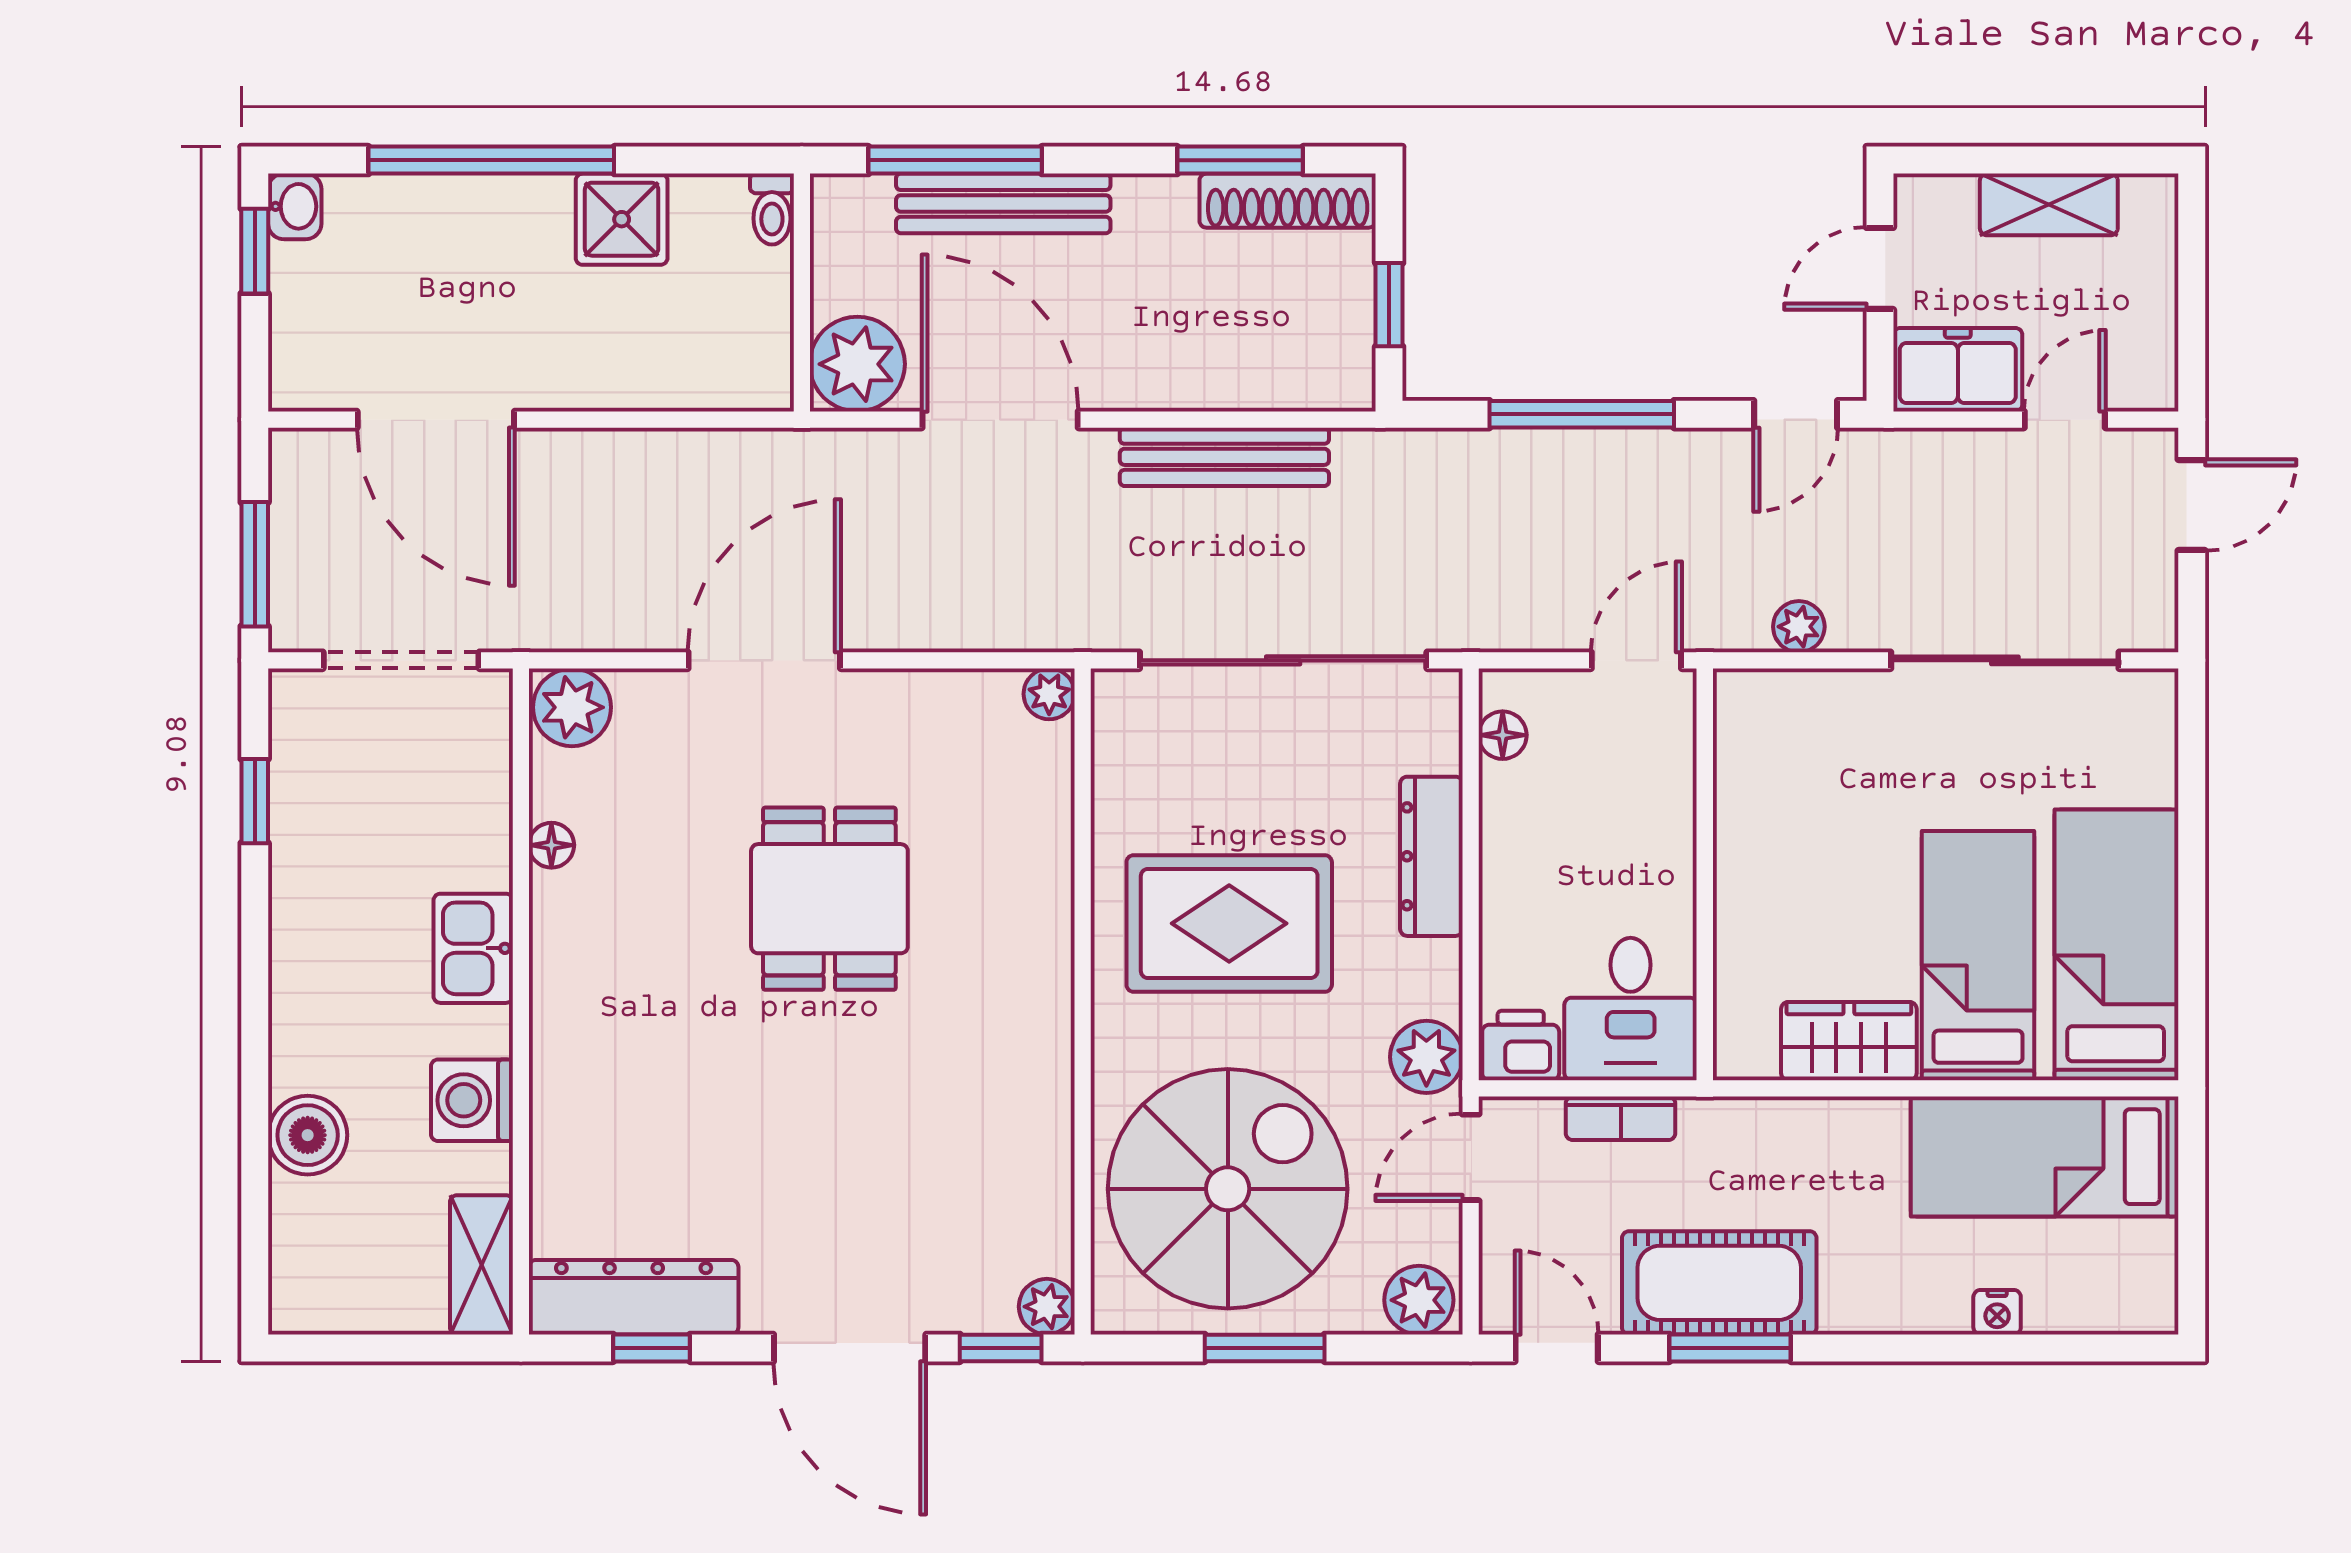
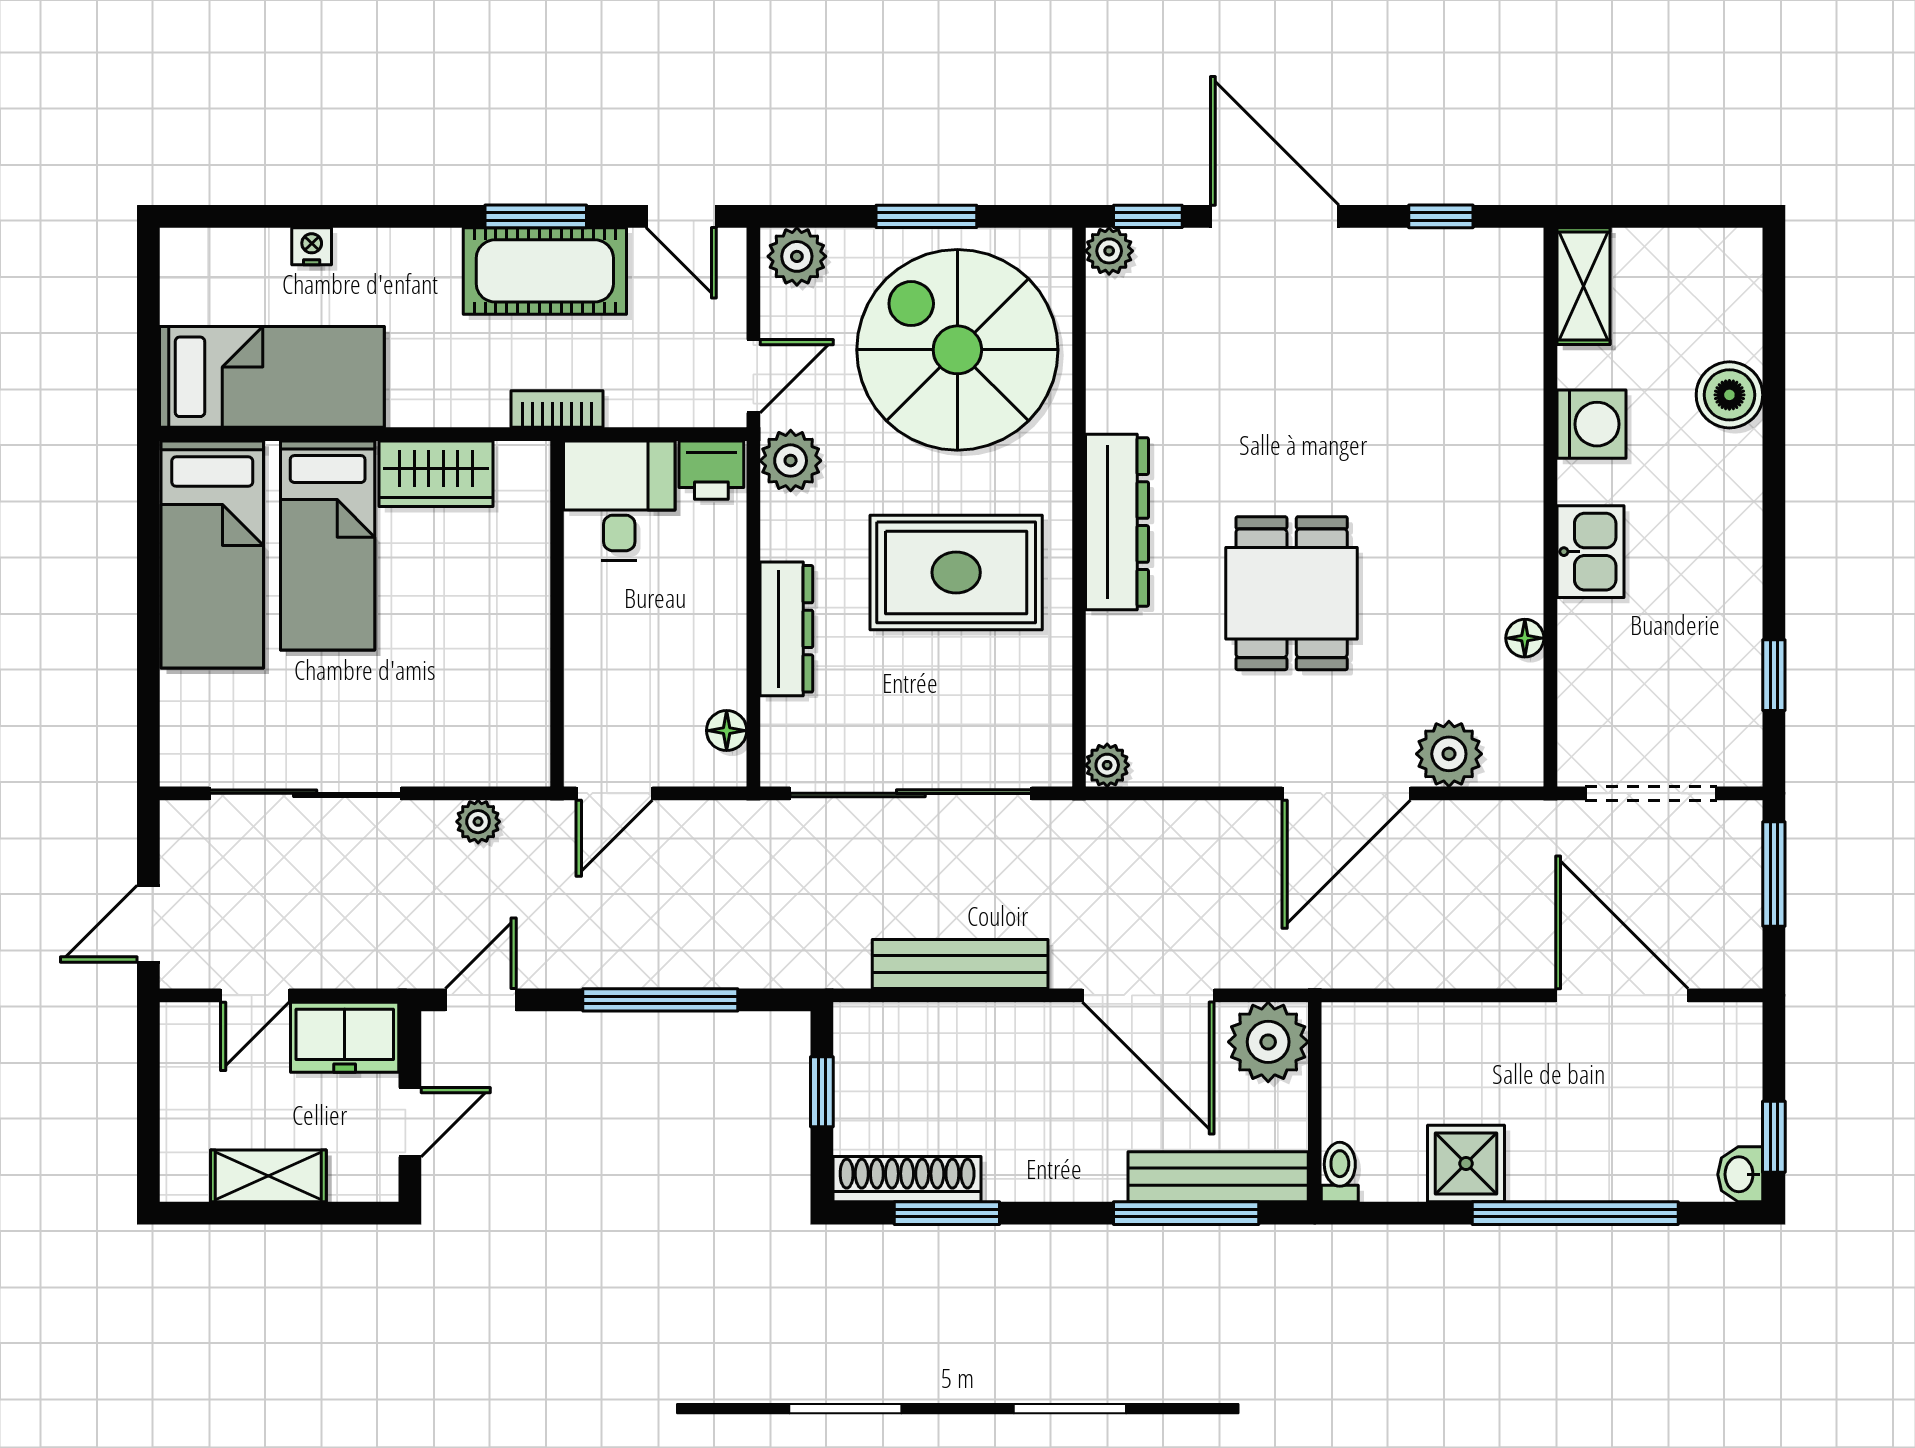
bench: (1003, 203) -> (1218, 1177), moved
plant: (572, 707) -> (1449, 754), moved
bookcase: (1621, 1118) -> (557, 409), moved
spiral stairs: (1228, 1189) -> (957, 350), turned 90
dresser: (634, 1297) -> (1117, 522), moved, turned -90

